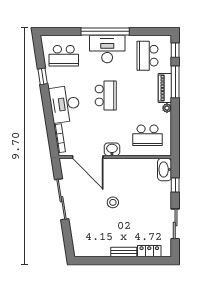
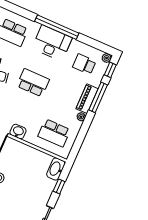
plant: (167, 40) -> (107, 58), added
school desk: (148, 56) -> (84, 64), width x0.54
school desk: (106, 95) -> (33, 83), turned -90

